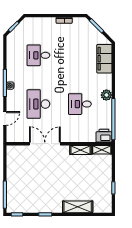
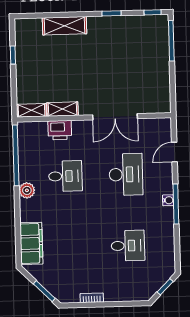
printer: (104, 136) -> (60, 130), moved

